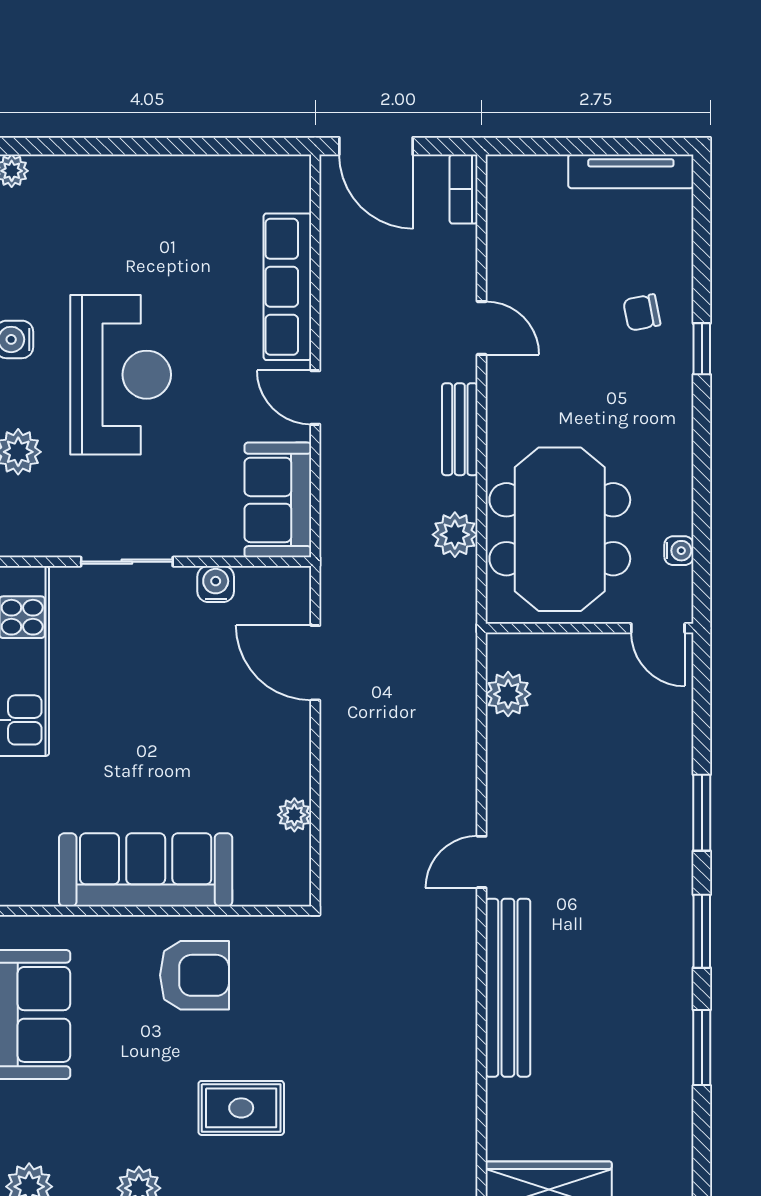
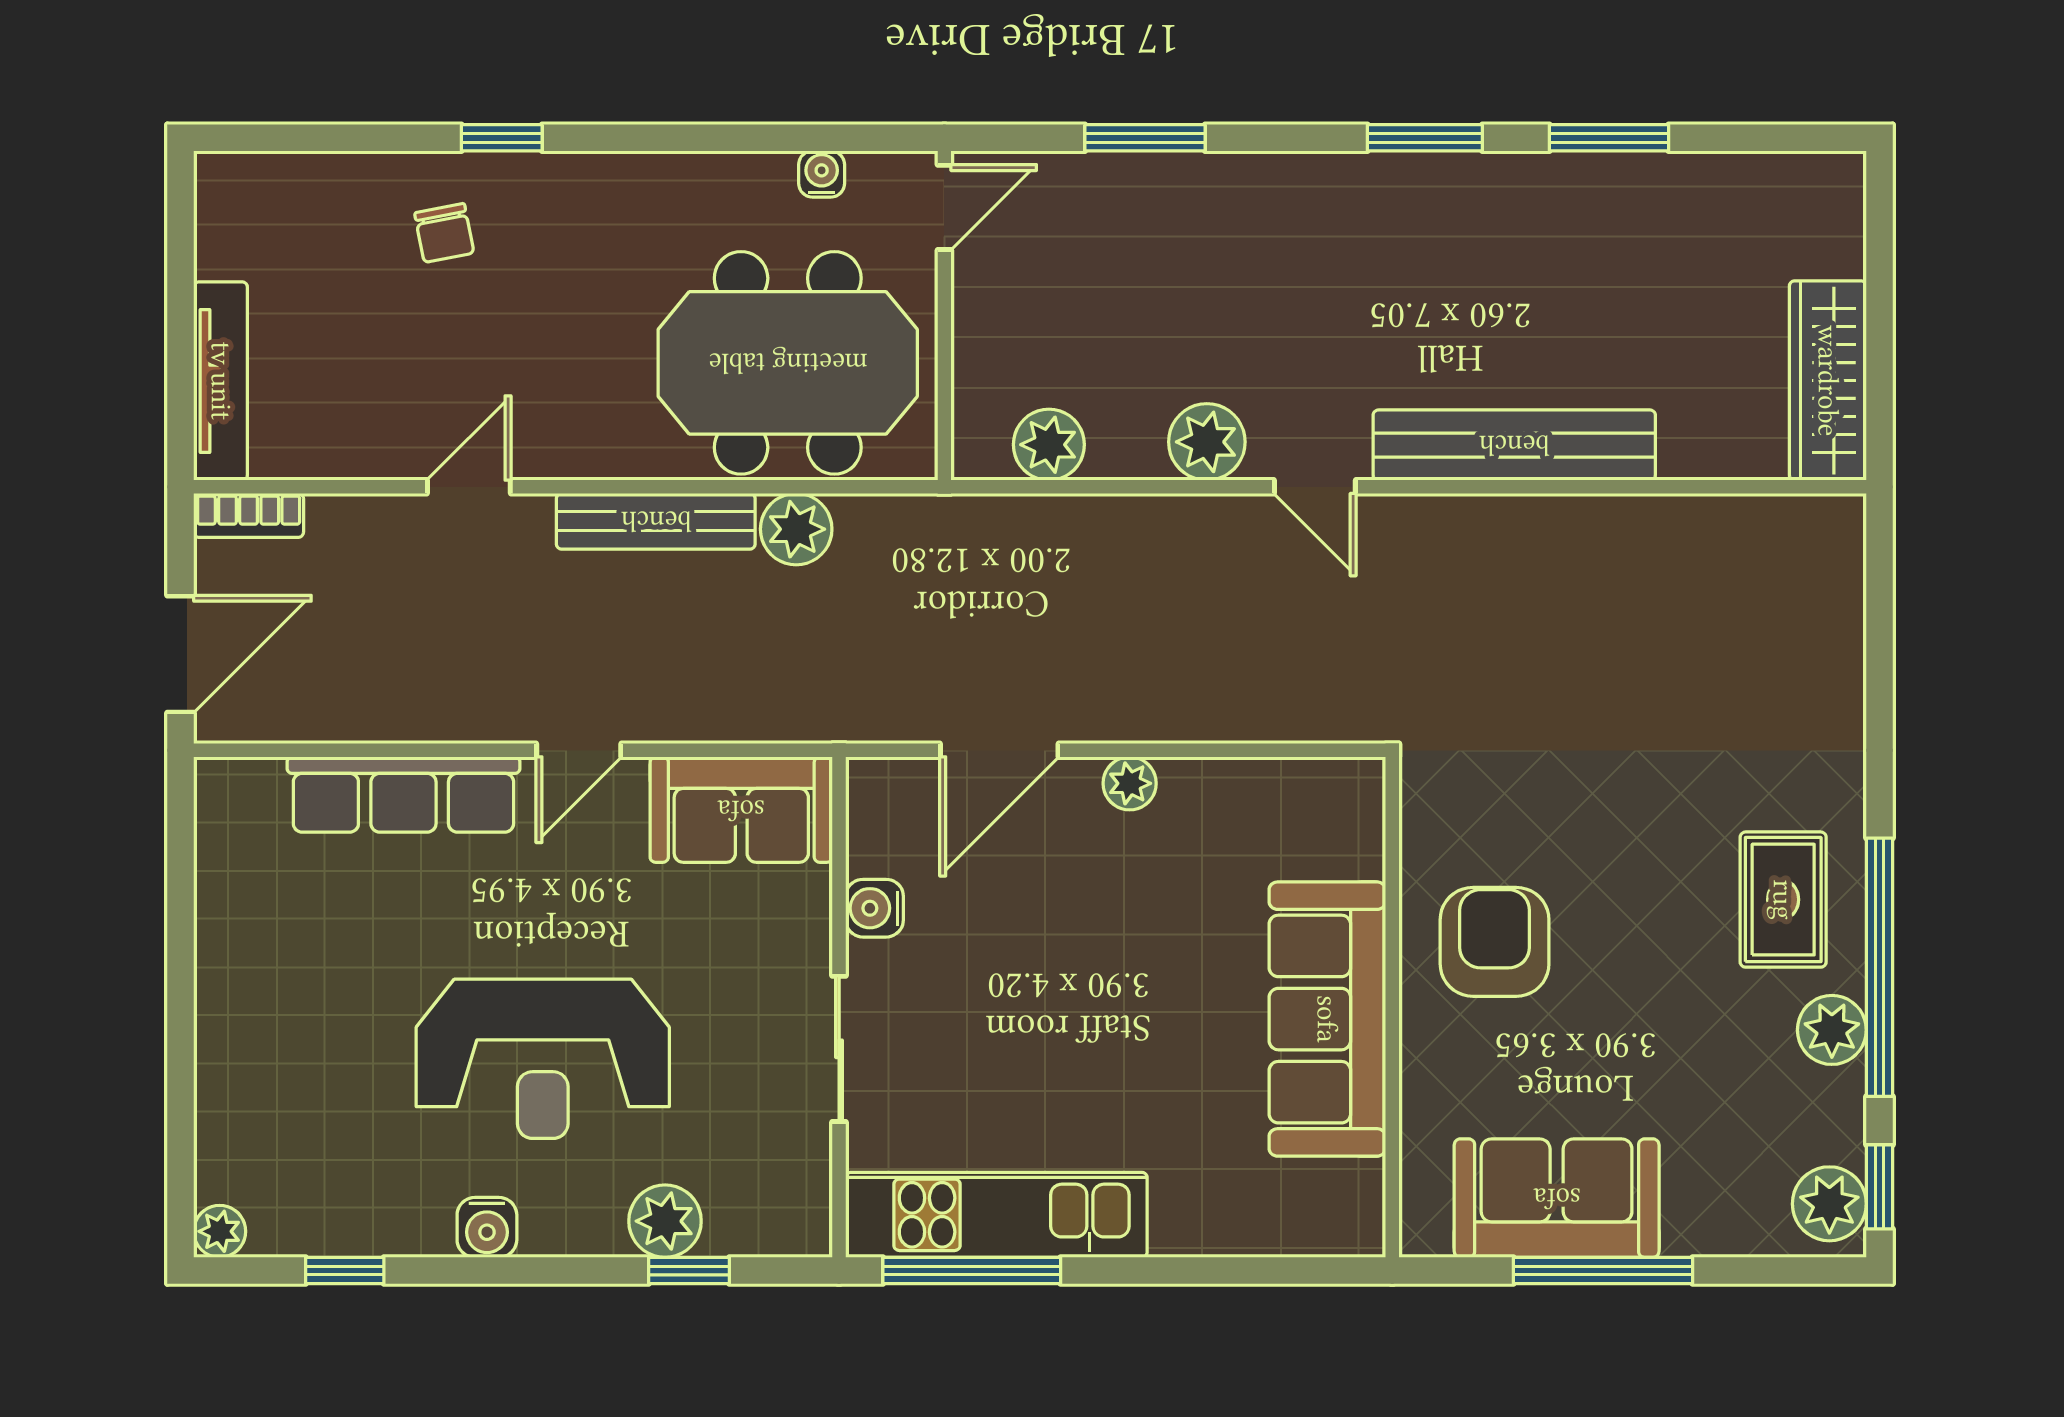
tv unit: (631, 171) -> (221, 381), moved
reception desk: (121, 375) -> (543, 1059), turned 180
bench: (460, 429) -> (656, 521), width x1.36
plant: (510, 794) -> (1207, 442), added
window: (702, 813) -> (1145, 138), moved
plant: (294, 815) -> (1130, 783), moved
rug: (241, 1108) -> (1783, 900), moved

